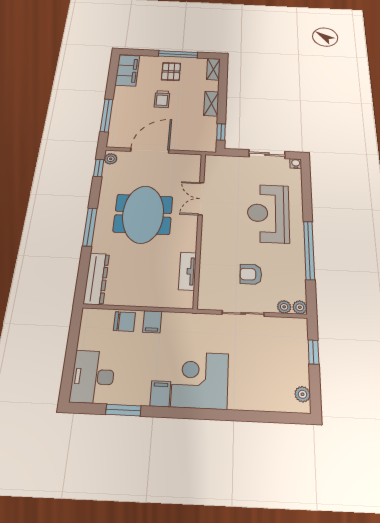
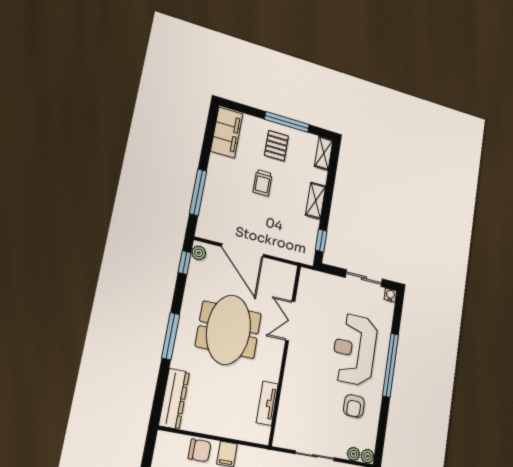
door: (150, 151) -> (243, 250), swing flipped
window: (309, 250) -> (391, 365), moved
armchair: (251, 274) -> (354, 406), moved, turned -90

